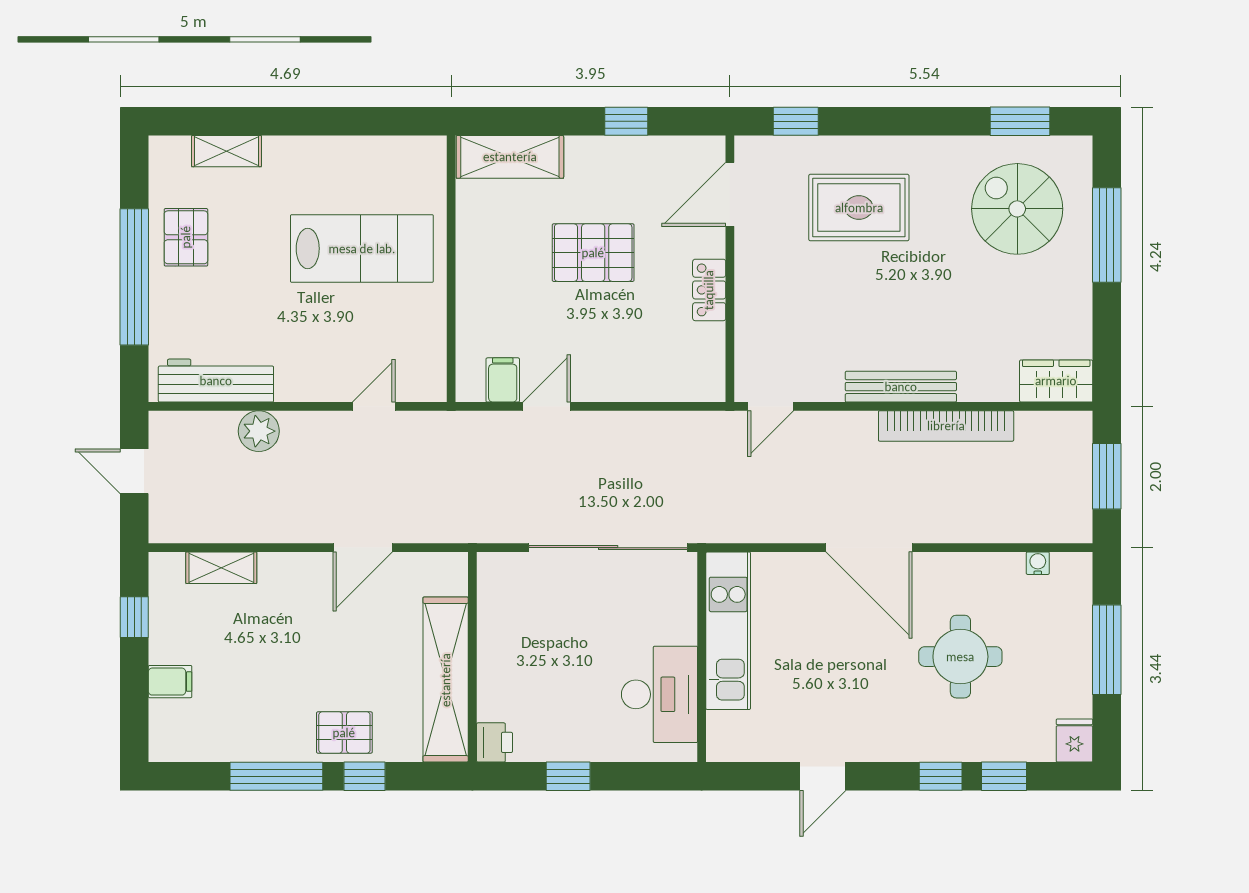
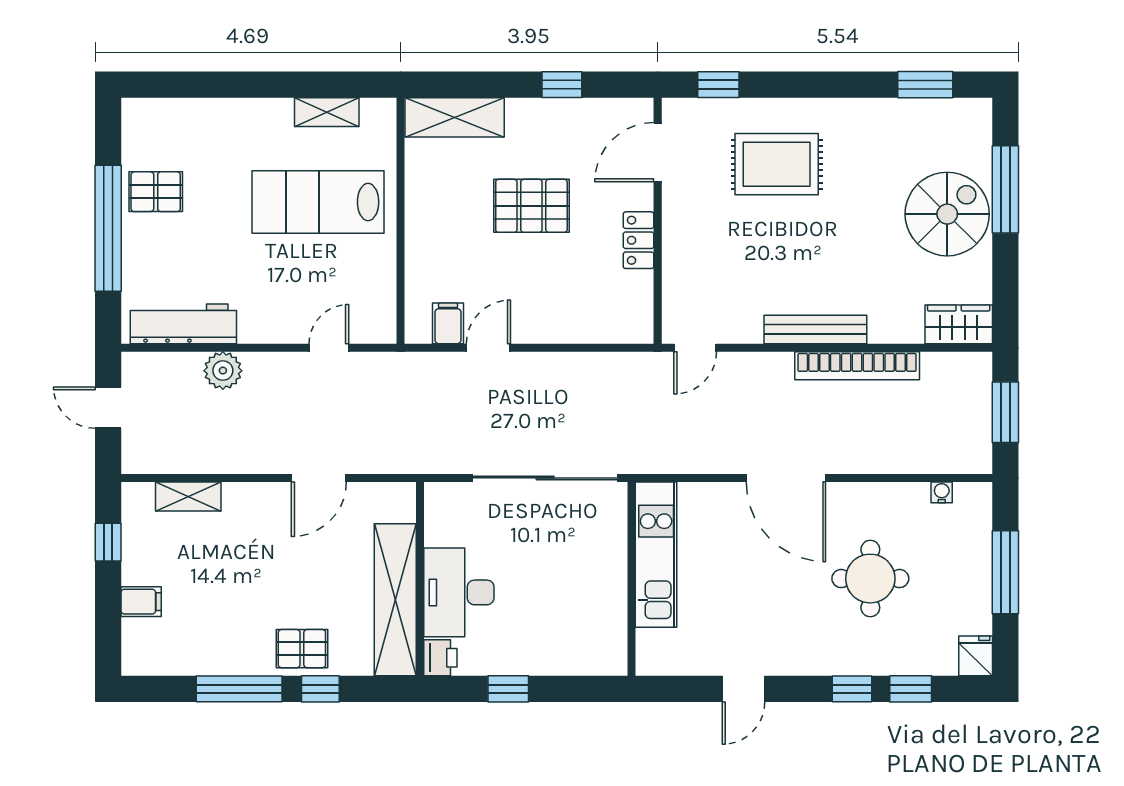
shelving: (227, 151) -> (327, 112), moved
spiral stairs: (1017, 209) -> (947, 214), moved, turned 90
pallet: (186, 237) -> (156, 192), turned 90
lab bench: (362, 249) -> (318, 202), turned 180
desk: (659, 694) -> (459, 592), moved, turned 180

